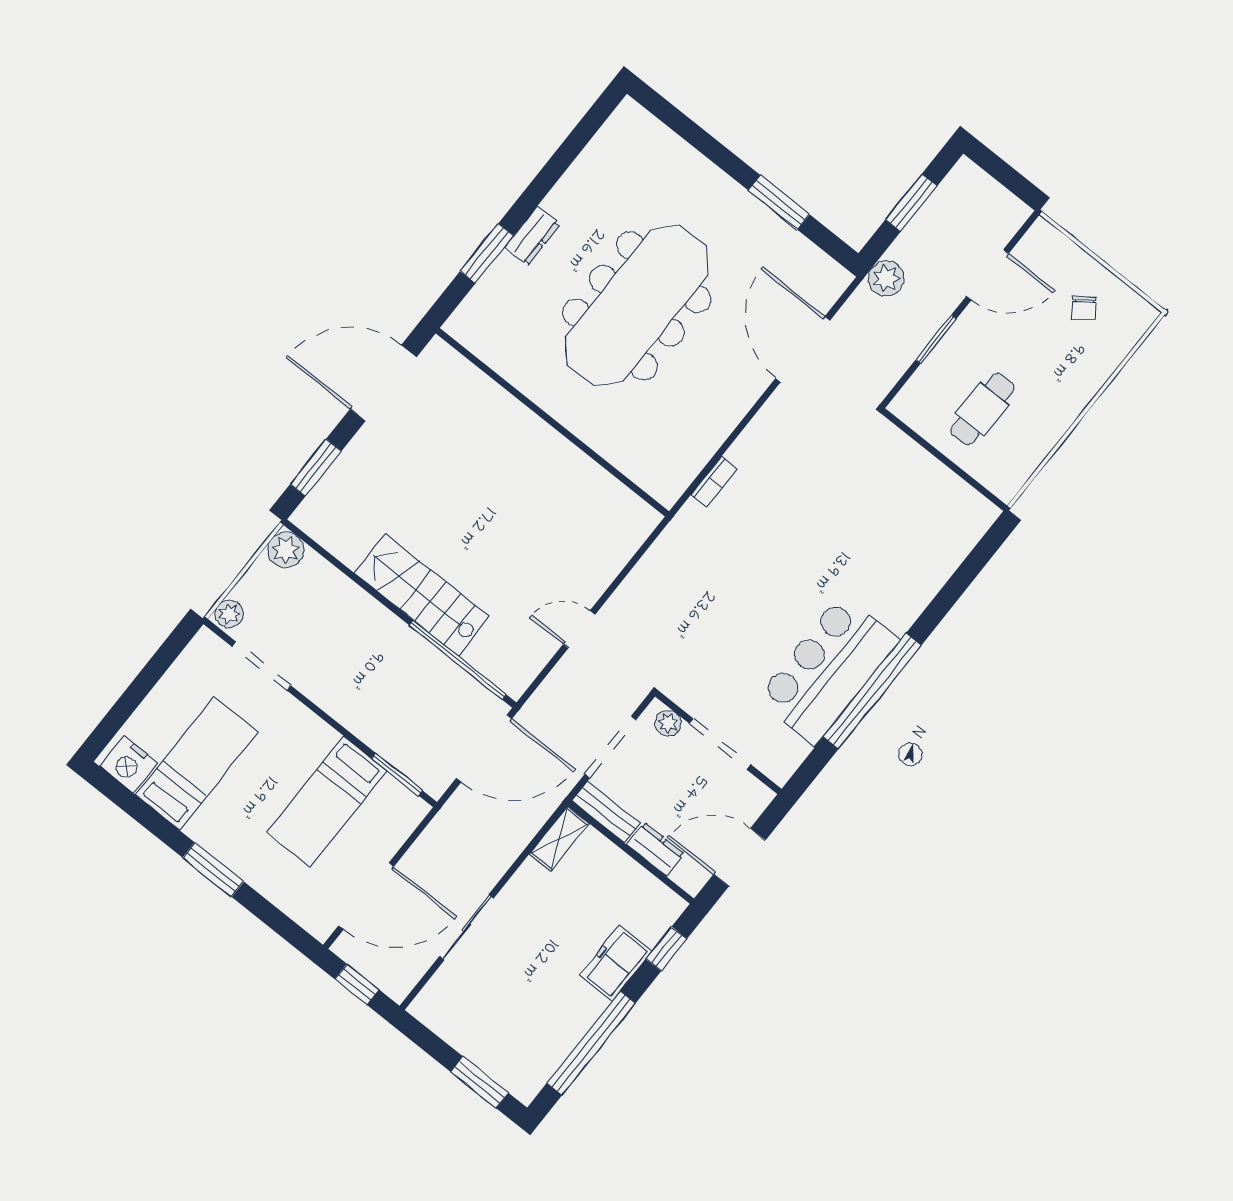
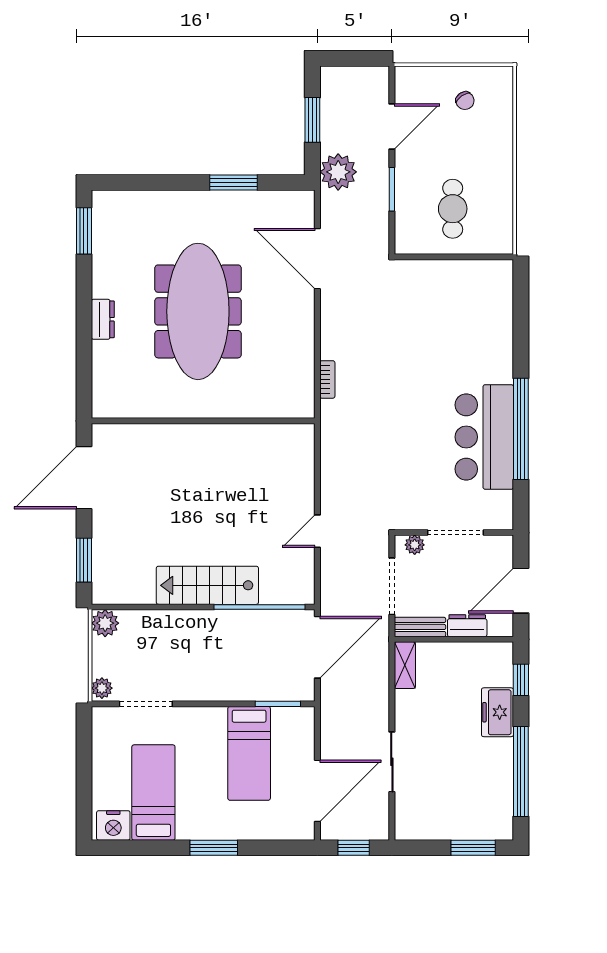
window: (487, 253) -> (84, 231), moved
plant: (886, 279) -> (338, 172), width x1.36, depth x1.36

